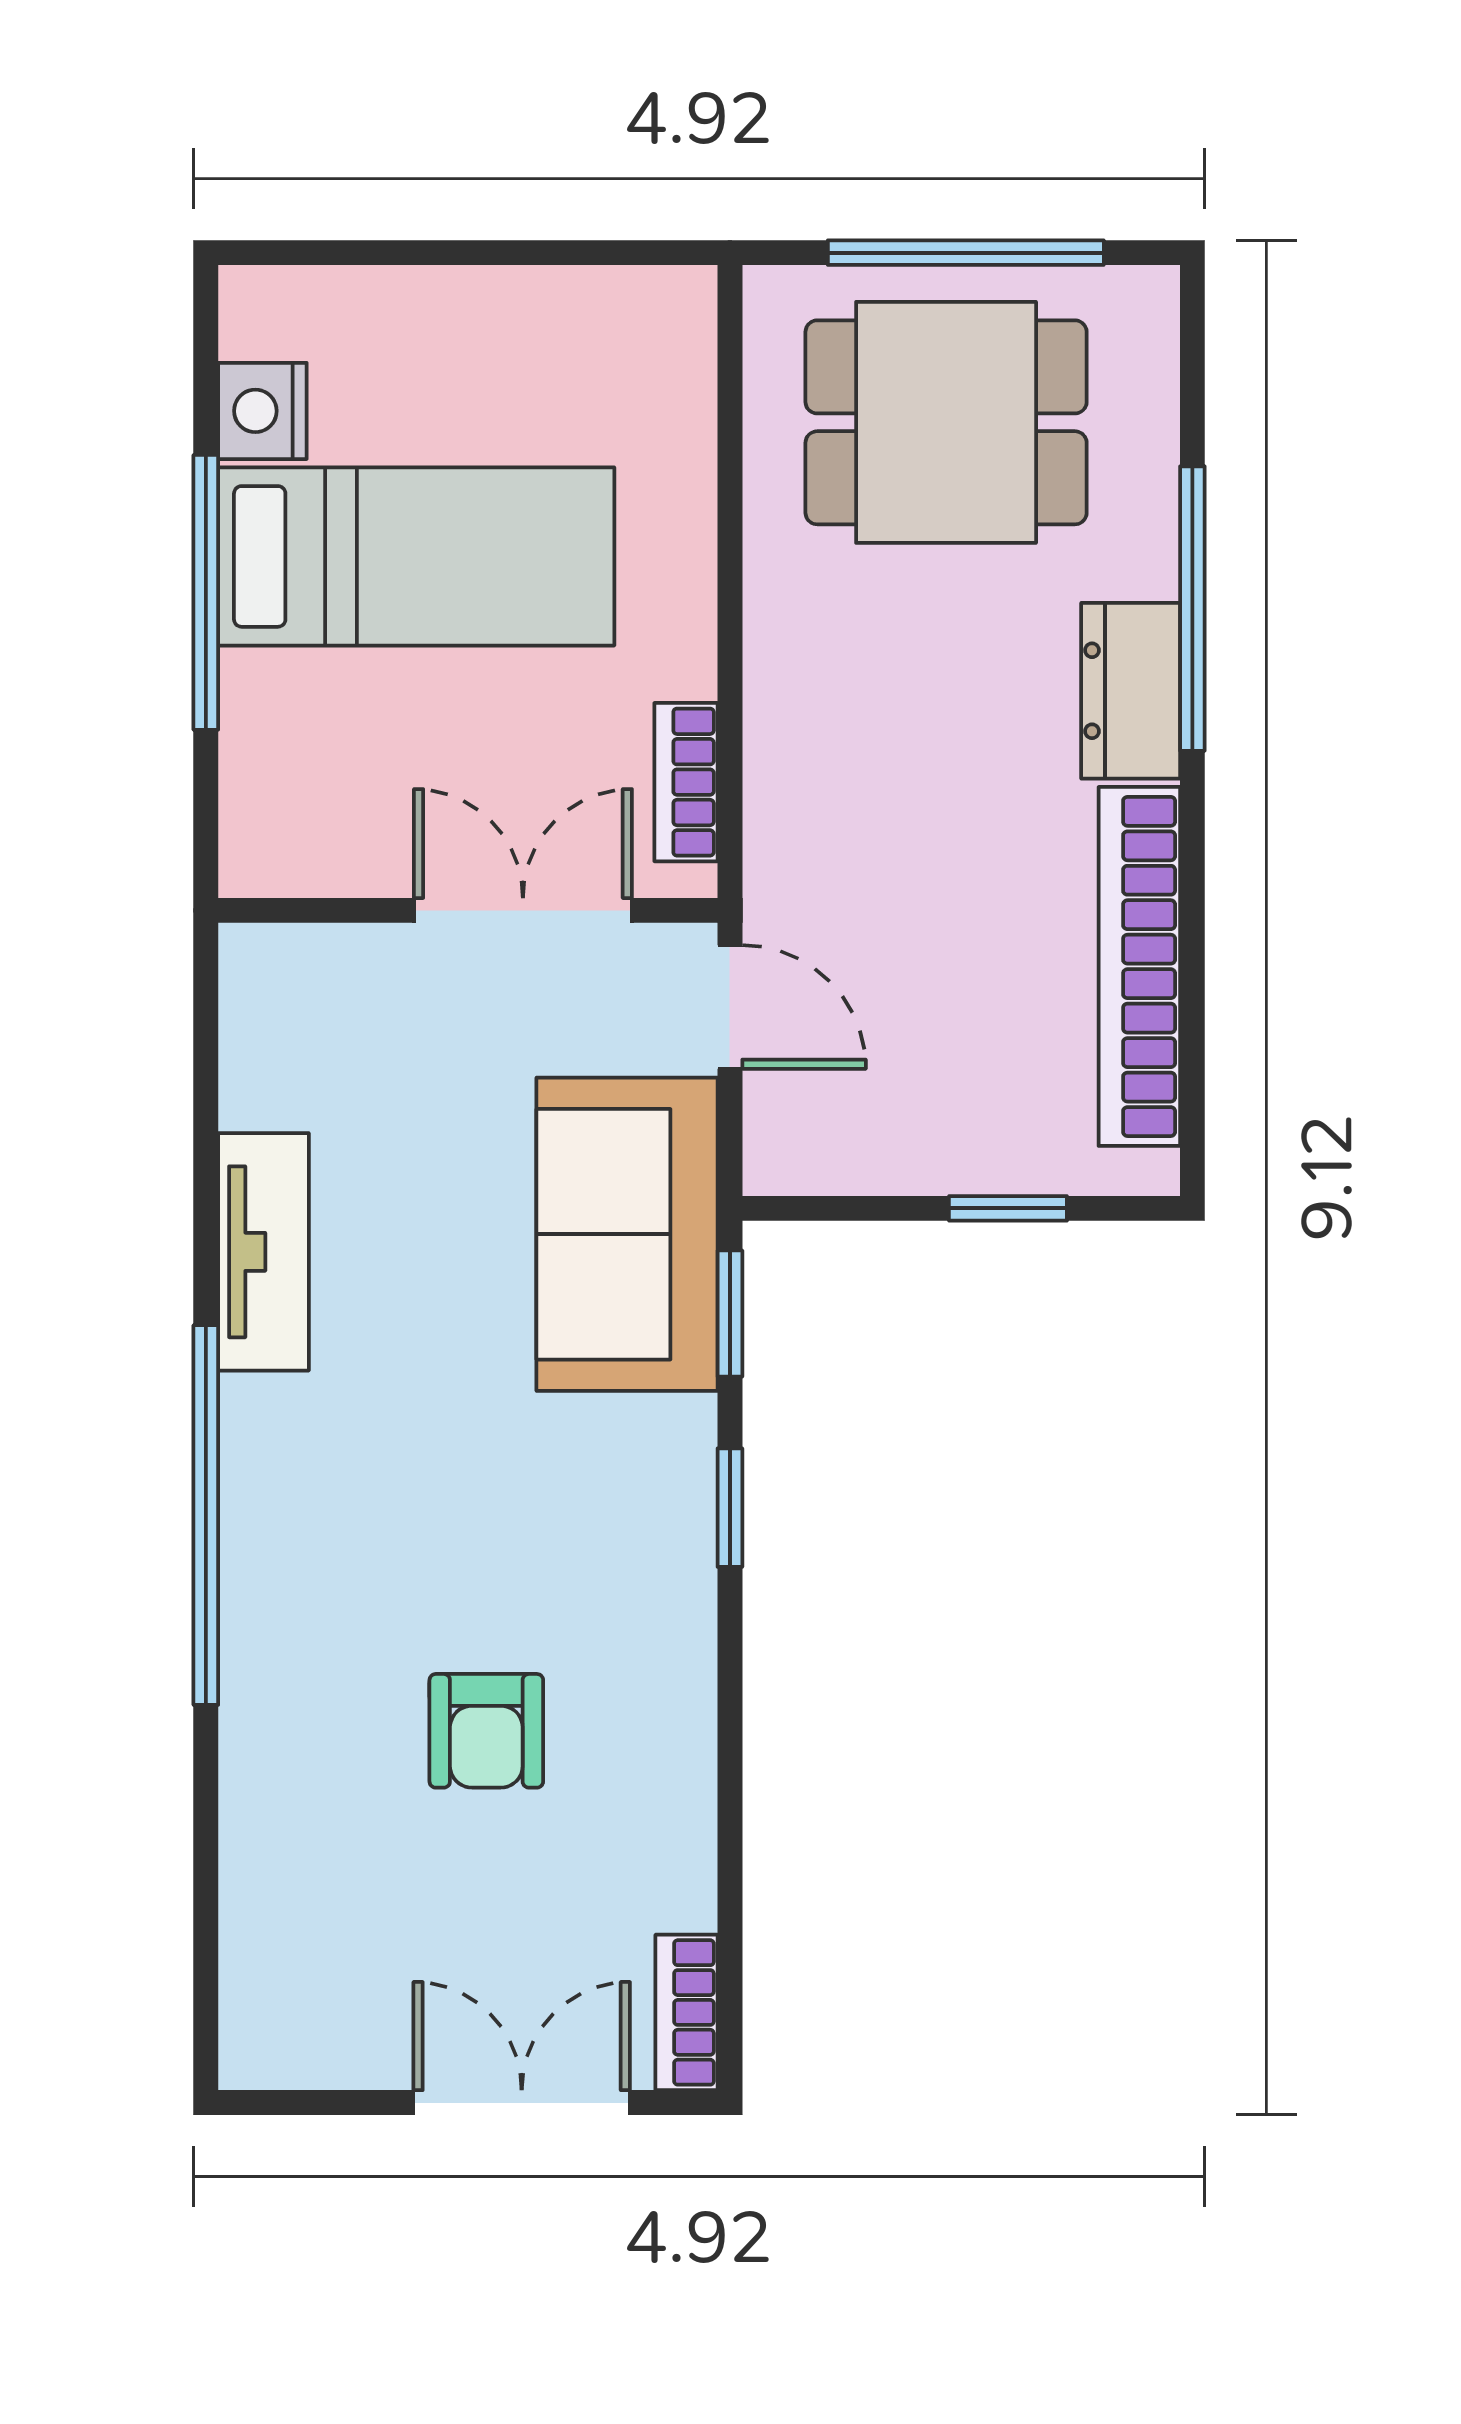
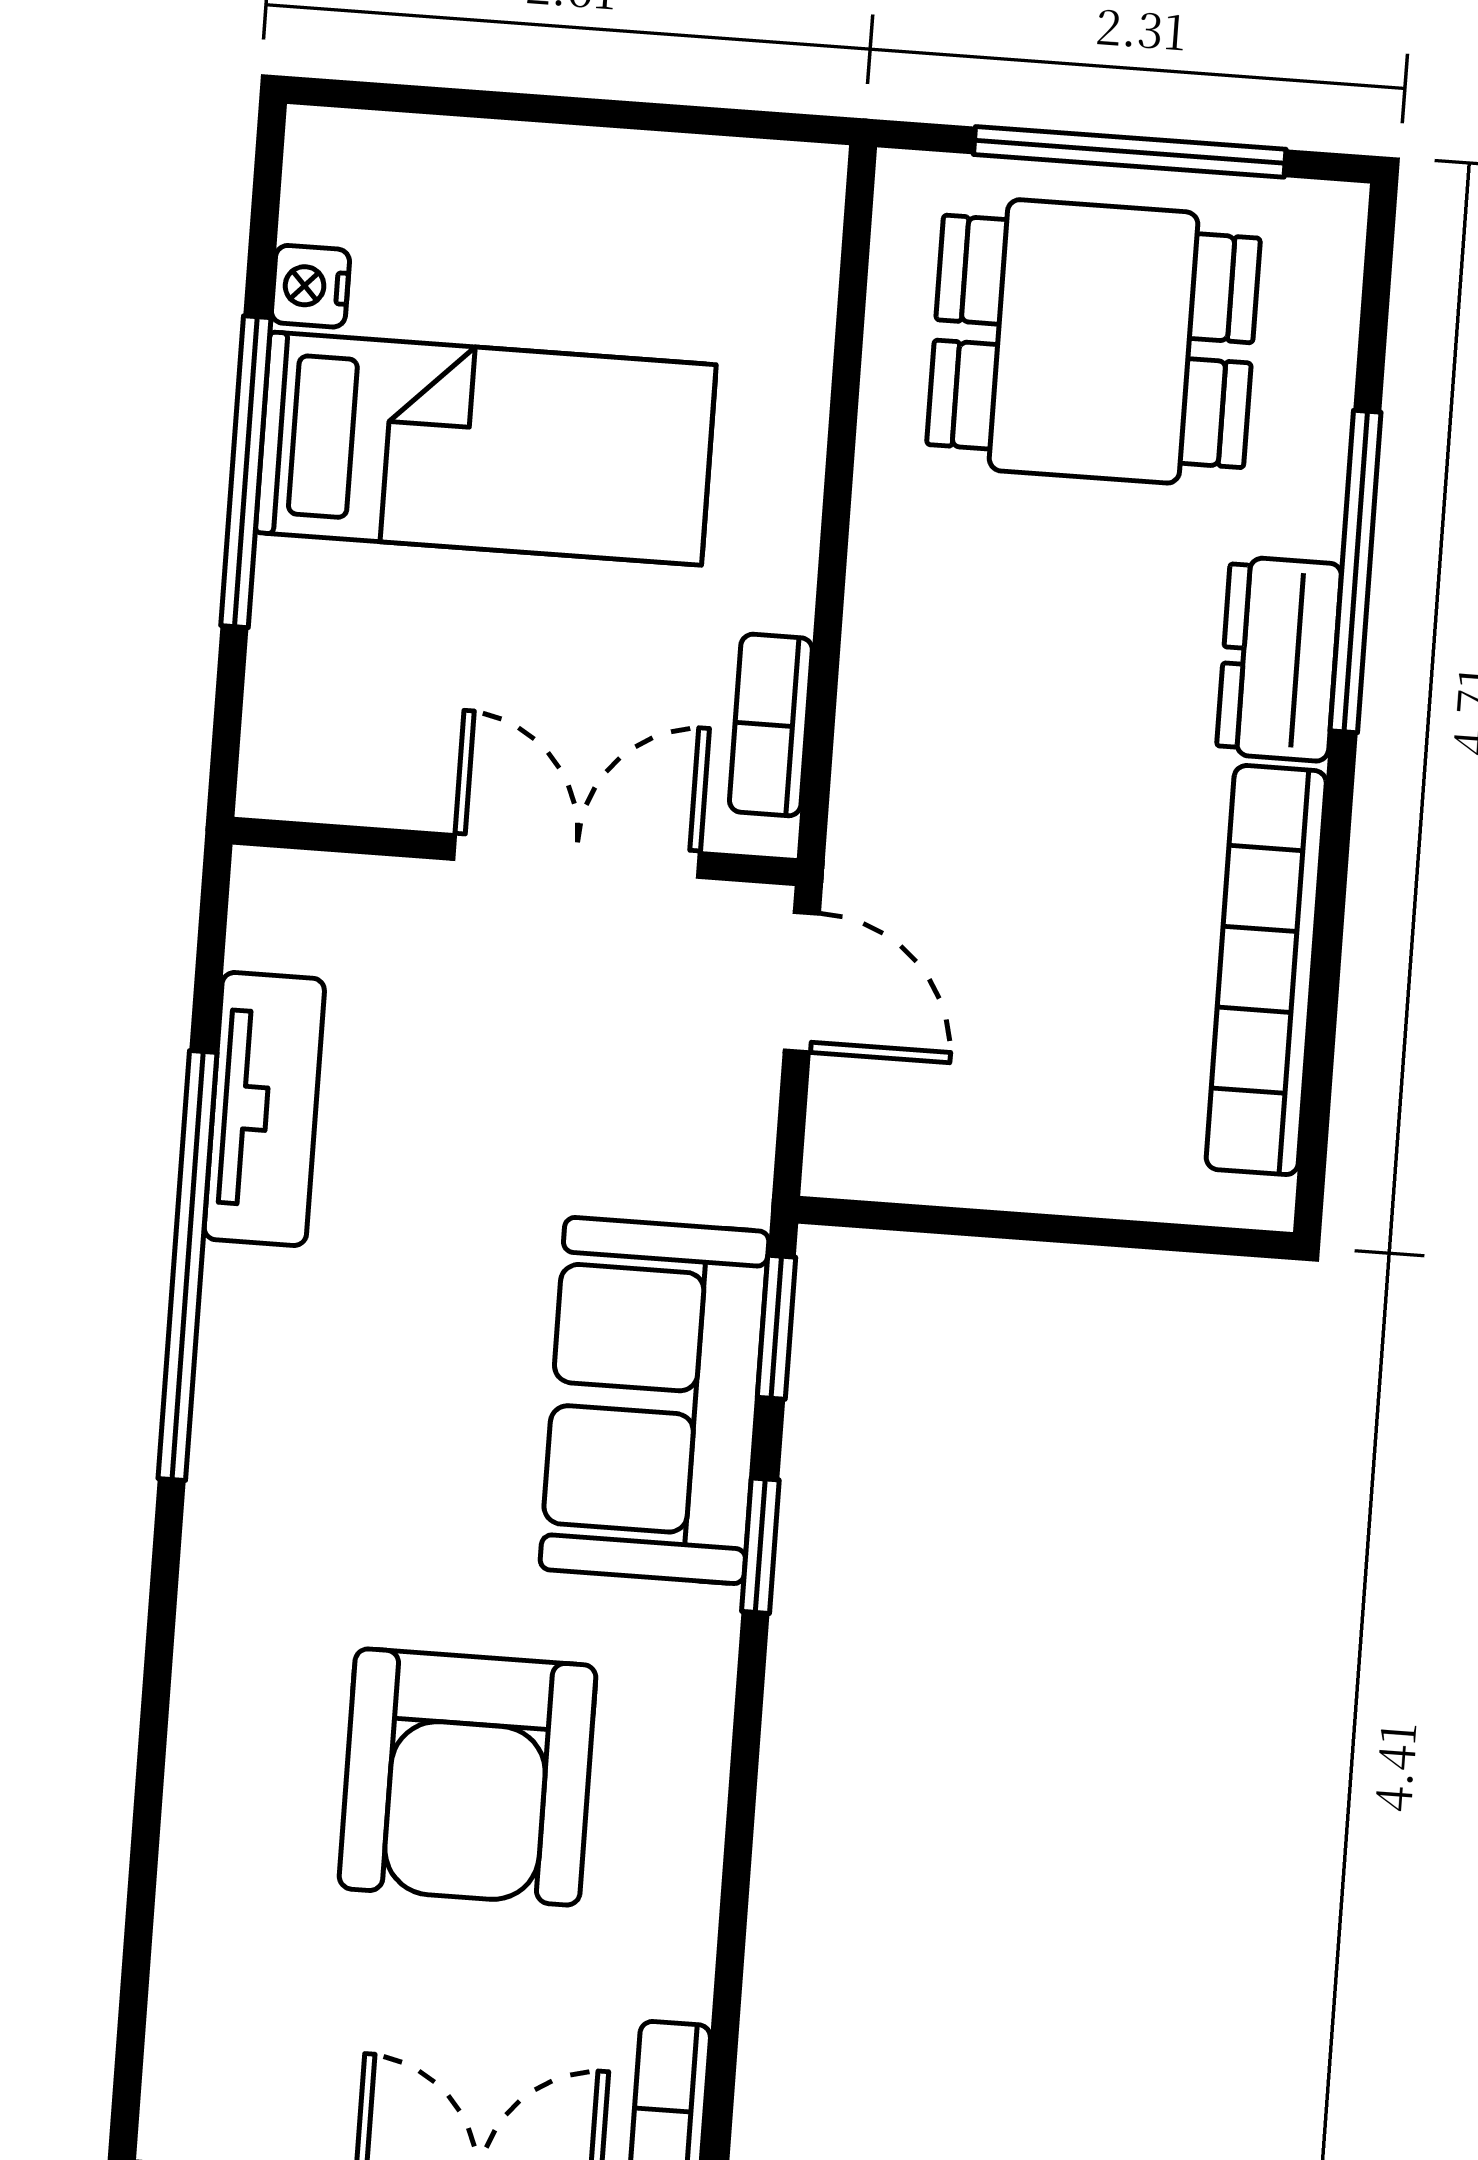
nightstand: (262, 411) -> (310, 286), width x0.72, depth x0.74
window: (1008, 1208) -> (1098, 1232), removed
sofa: (627, 1234) -> (654, 1400), moved
tv unit: (263, 1252) -> (264, 1109), moved
window: (206, 1515) -> (187, 1265), moved
armchair: (486, 1731) -> (468, 1777), width x1.88, depth x1.88

